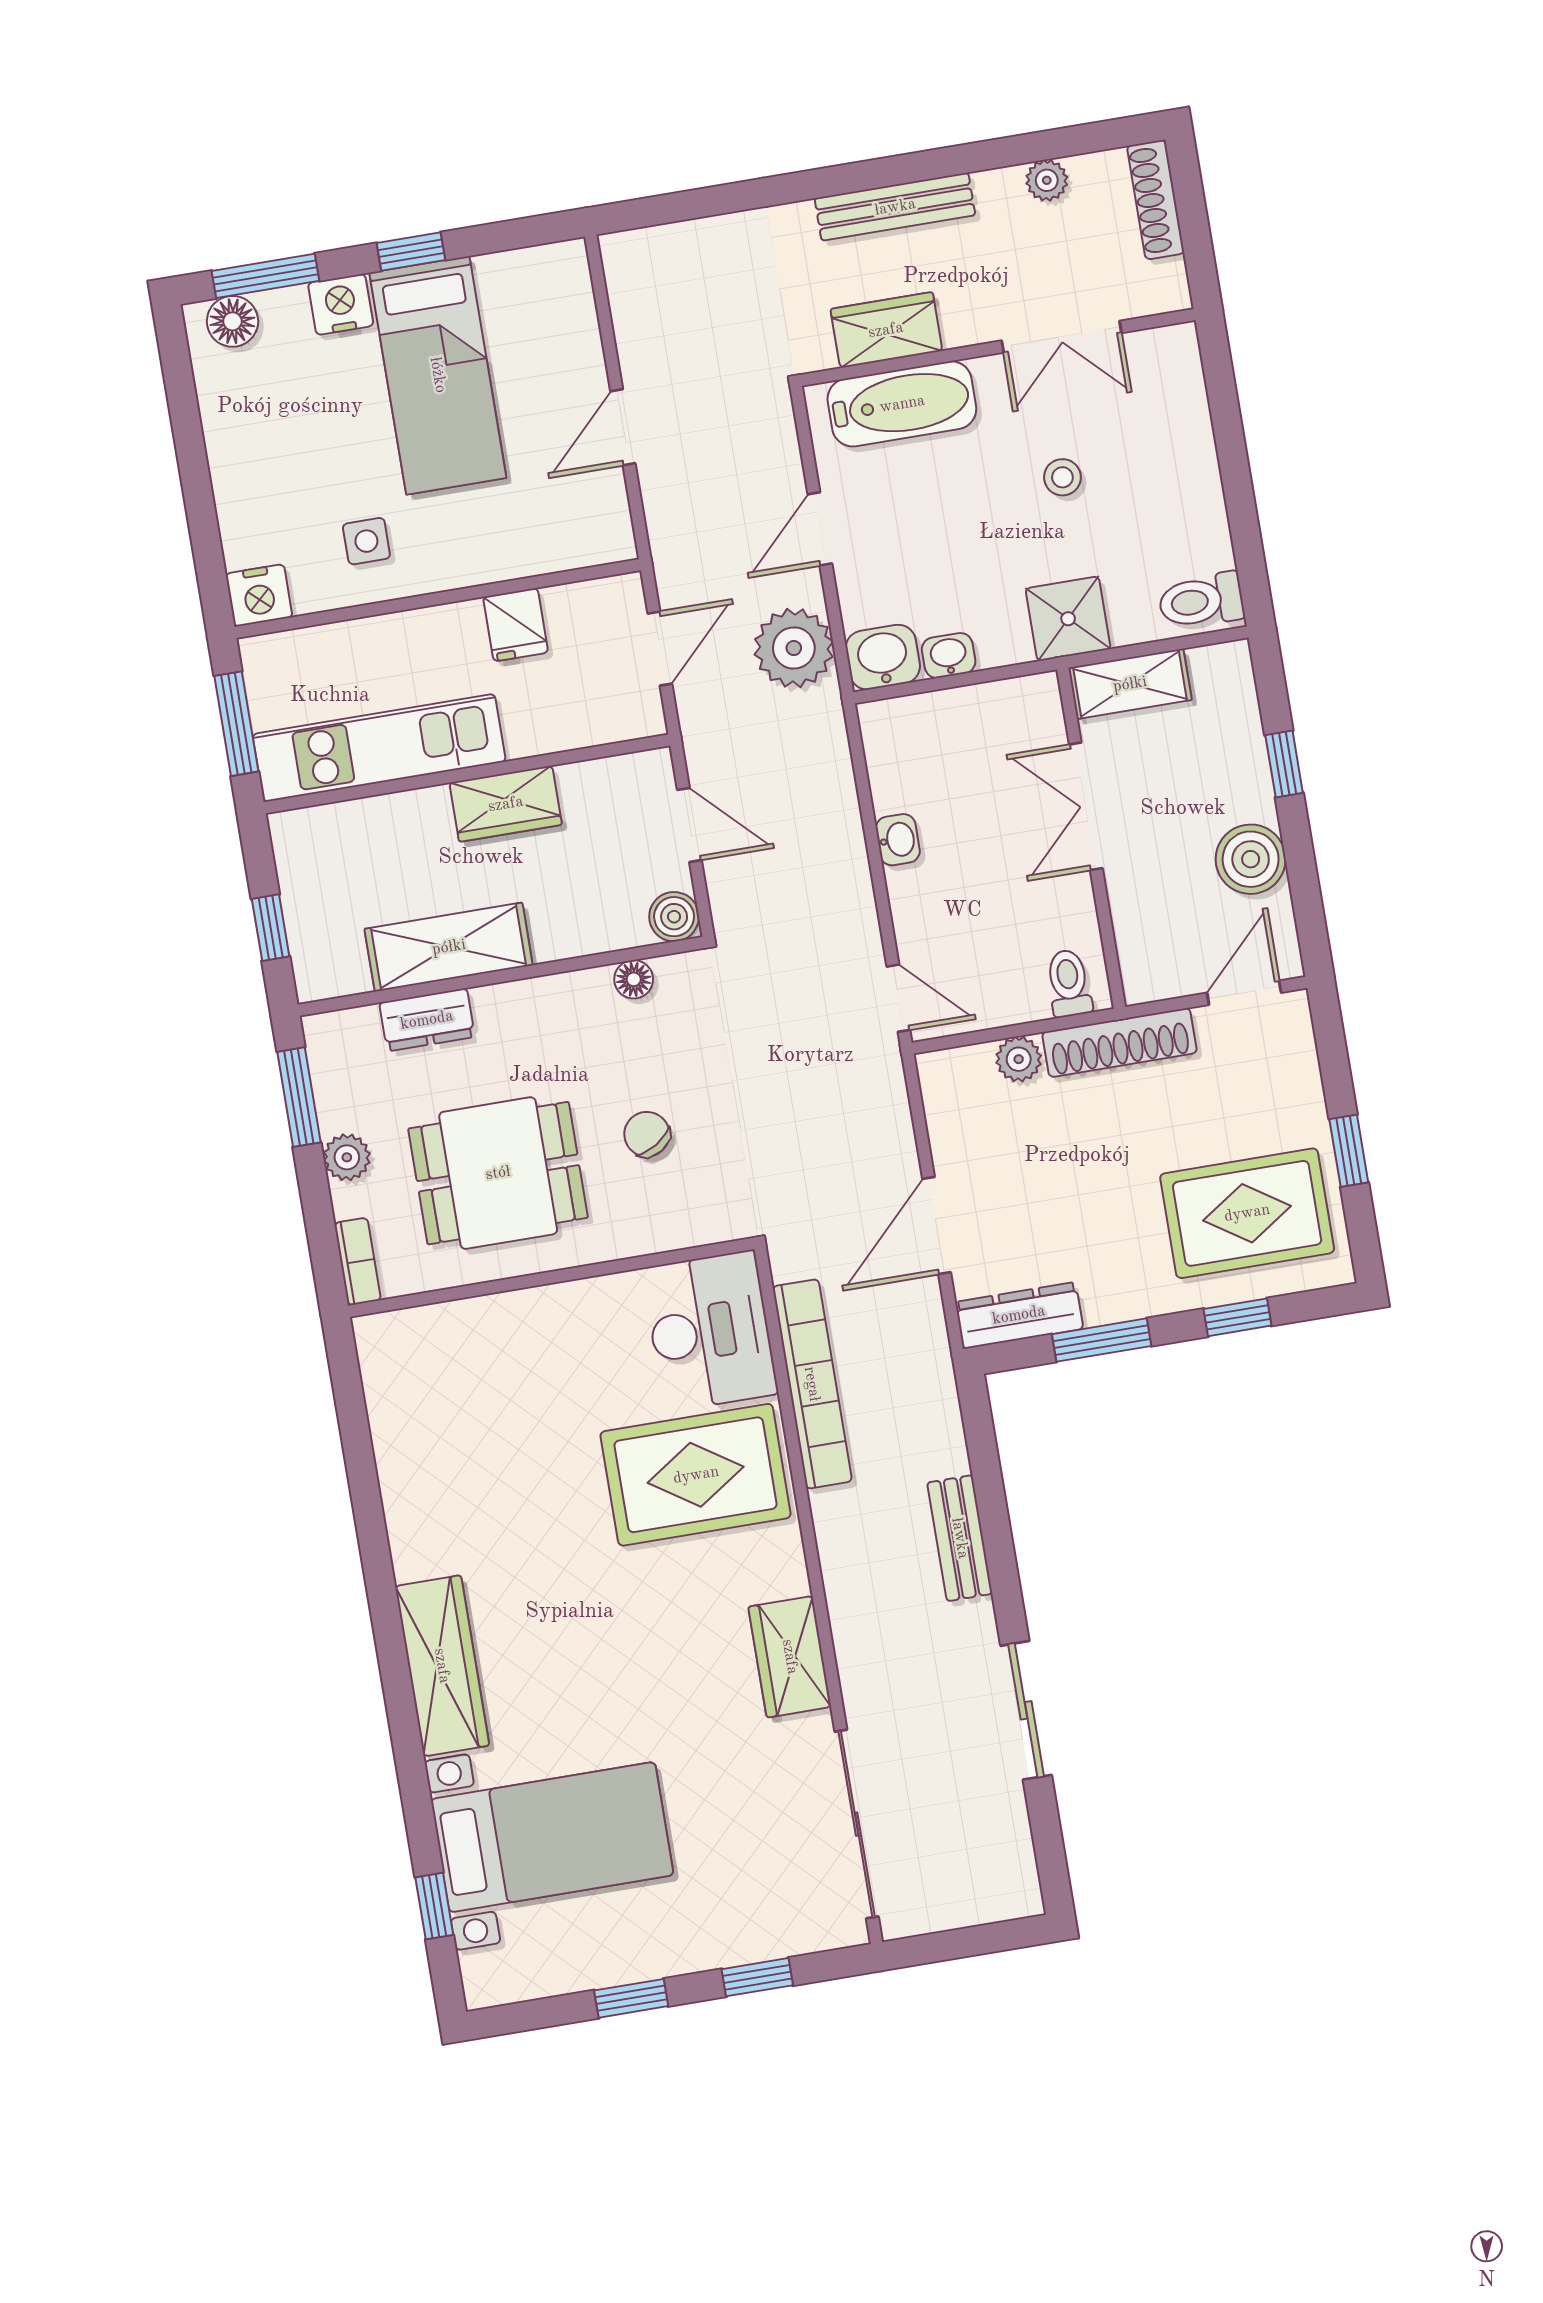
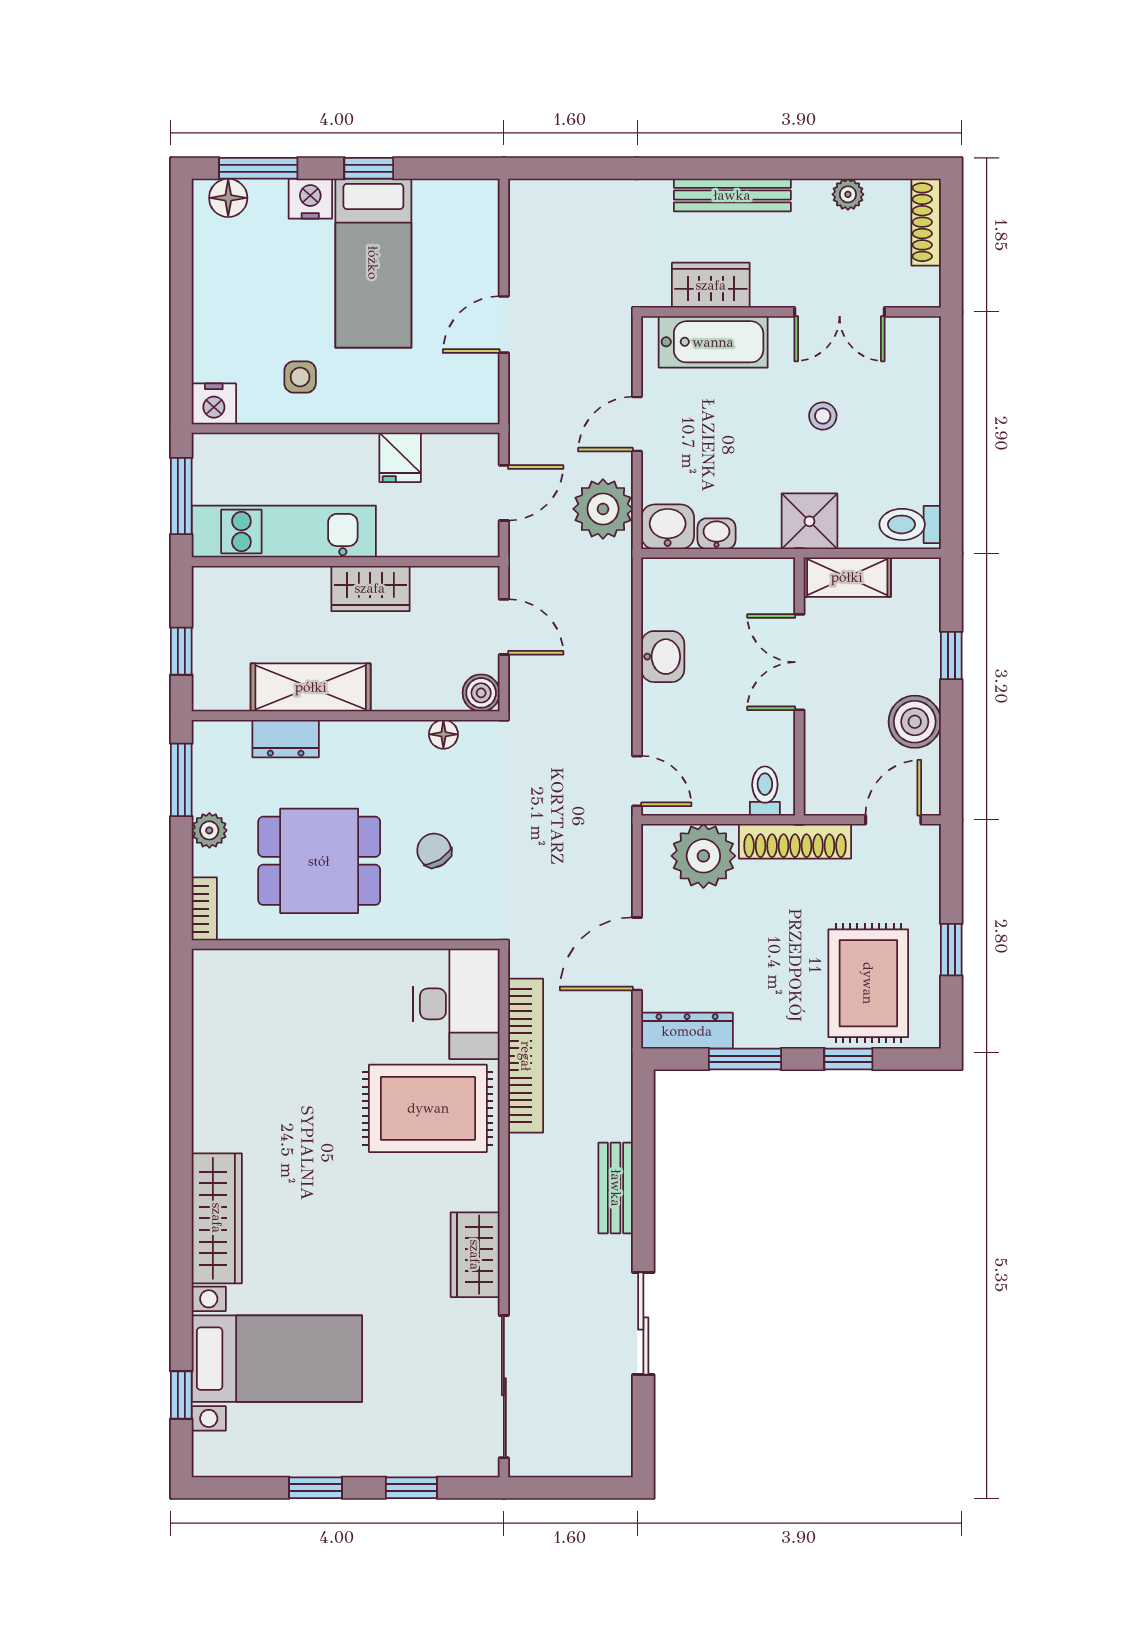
washbasin: (898, 840) -> (663, 657), width x1.38, depth x1.45
plant: (1019, 1059) -> (703, 856), width x1.88, depth x1.88
rug: (1247, 1213) -> (868, 983), turned 90

